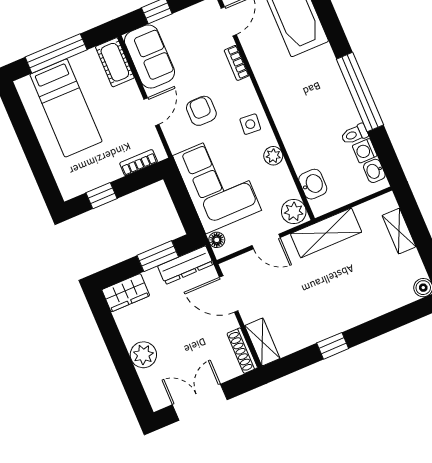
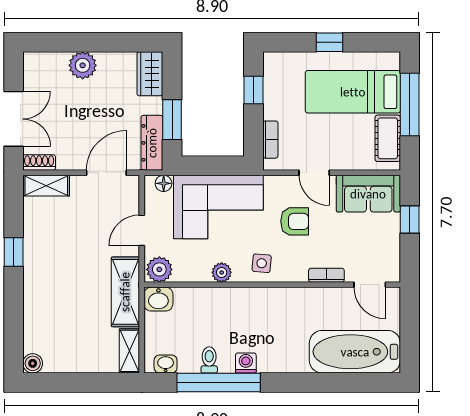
cot: (115, 62) -> (388, 138), moved, turned 90
window: (360, 92) -> (219, 382), moved
window: (31, 147) -> (329, 42), added
washing machine: (365, 151) -> (246, 363), moved
washbasin: (313, 184) -> (158, 299), moved
shelving: (399, 231) -> (129, 351), moved, turned 90
shoe rack: (242, 351) -> (39, 163), width x0.70
double door: (200, 402) -> (14, 119), moved

